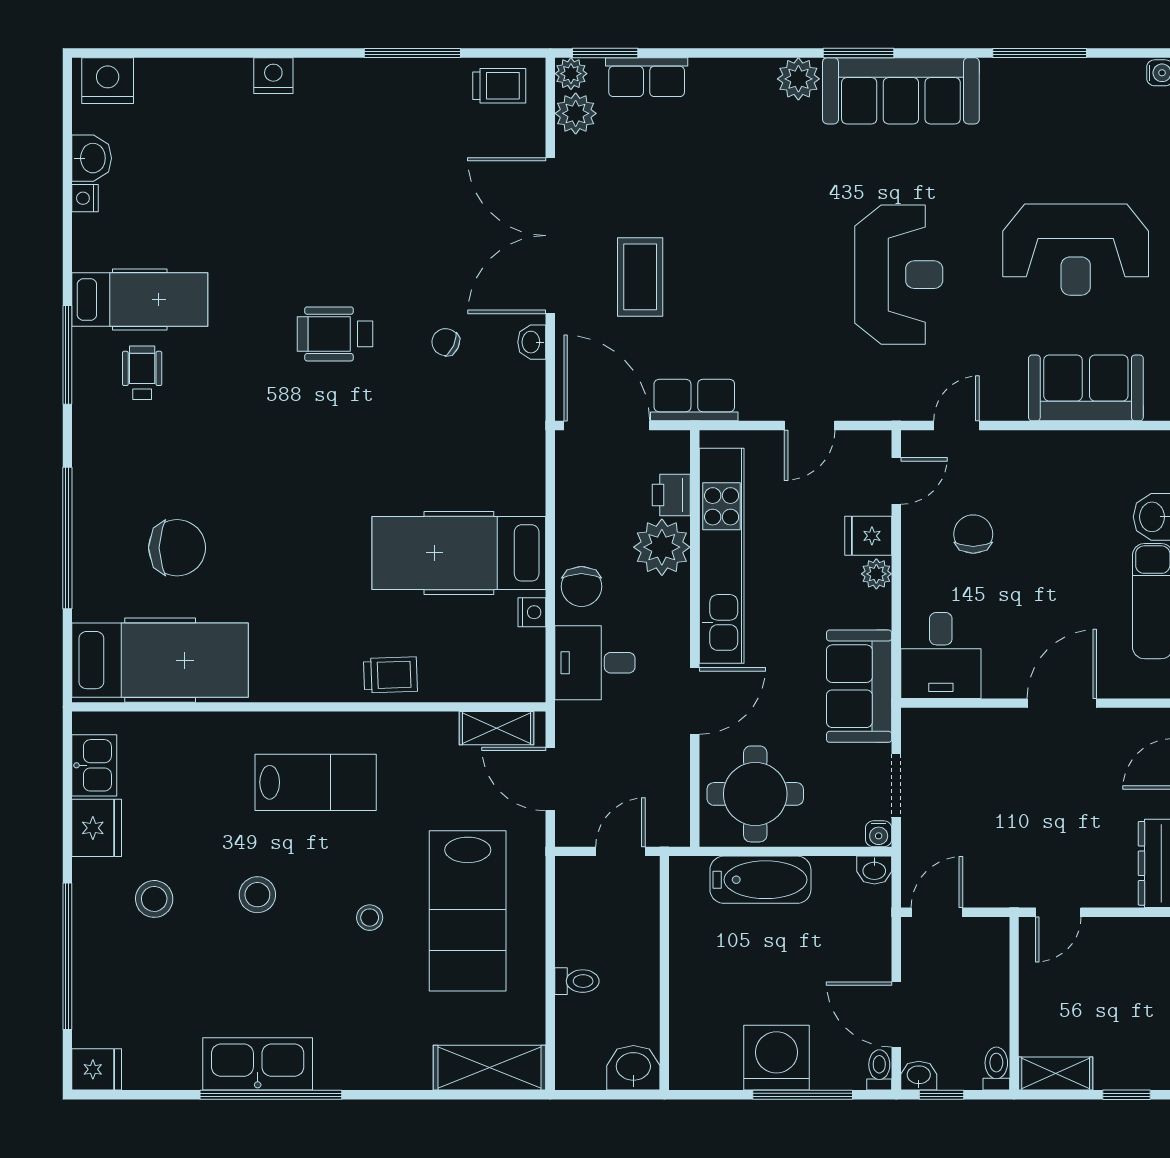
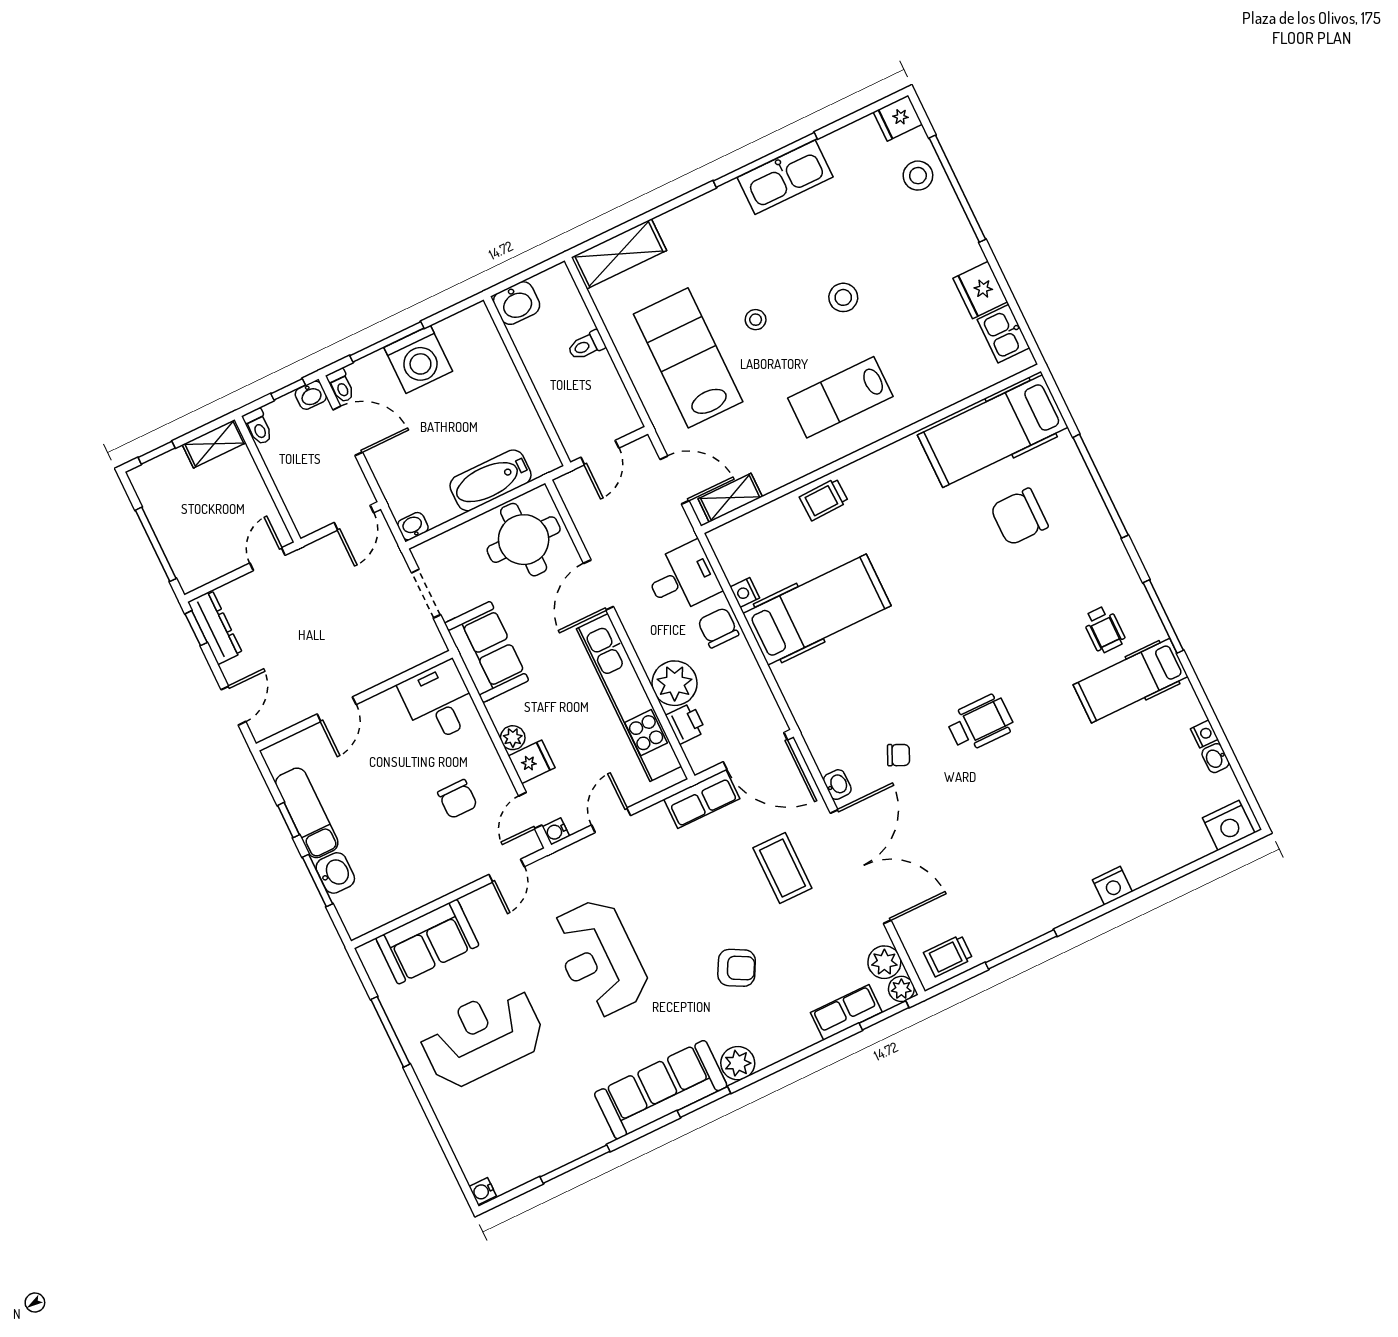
washbasin: (92, 158) -> (1215, 758), width x0.72, depth x0.69
armchair: (747, 188) -> (737, 968), added
door: (1062, 703) -> (337, 709), width x0.73
water cooler: (879, 834) -> (556, 831), moved, turned -90
stool: (154, 899) -> (918, 176), moved

